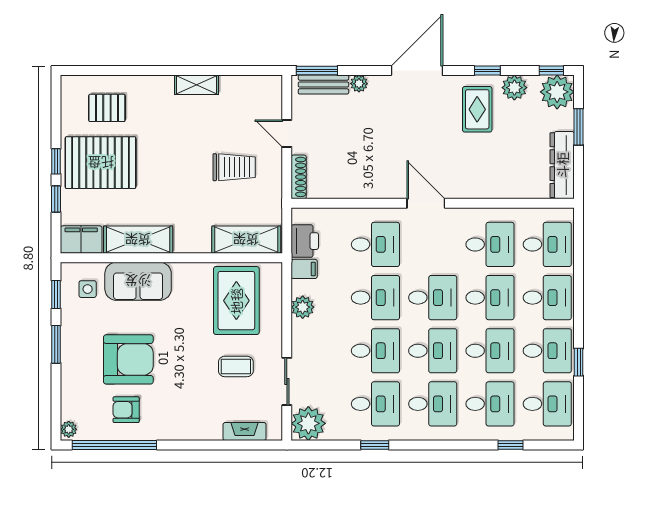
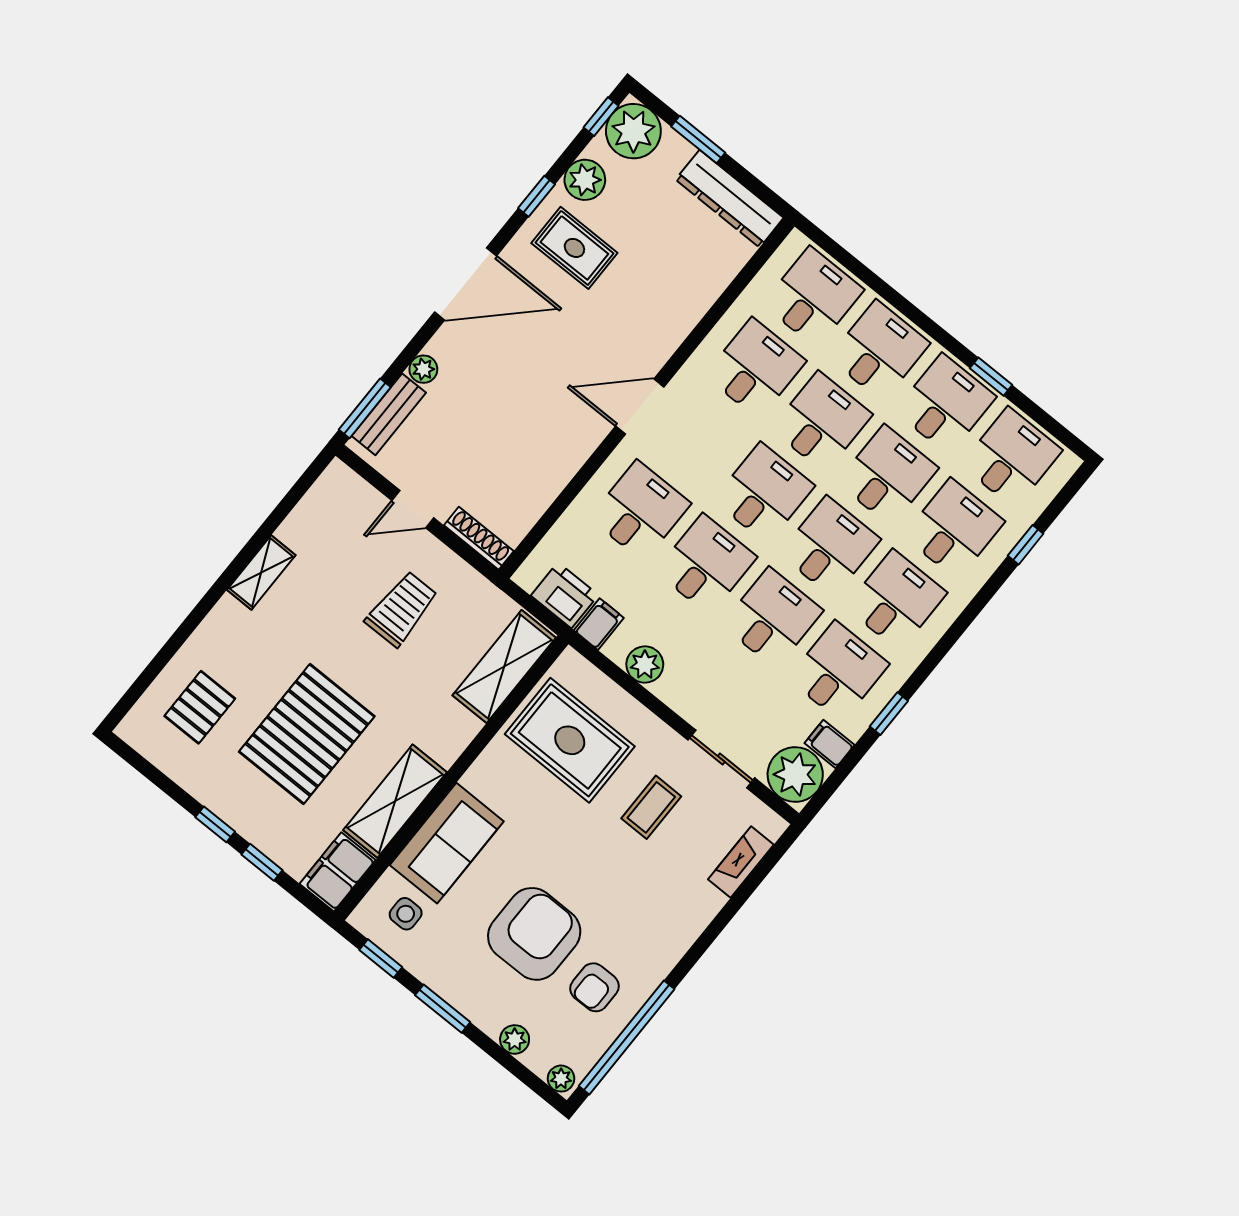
door: (417, 71) -> (466, 284), swing flipped
pallet: (101, 163) -> (307, 734), moved
plant: (69, 391) -> (515, 1039), added
filing cabinet: (337, 428) -> (829, 744), added

